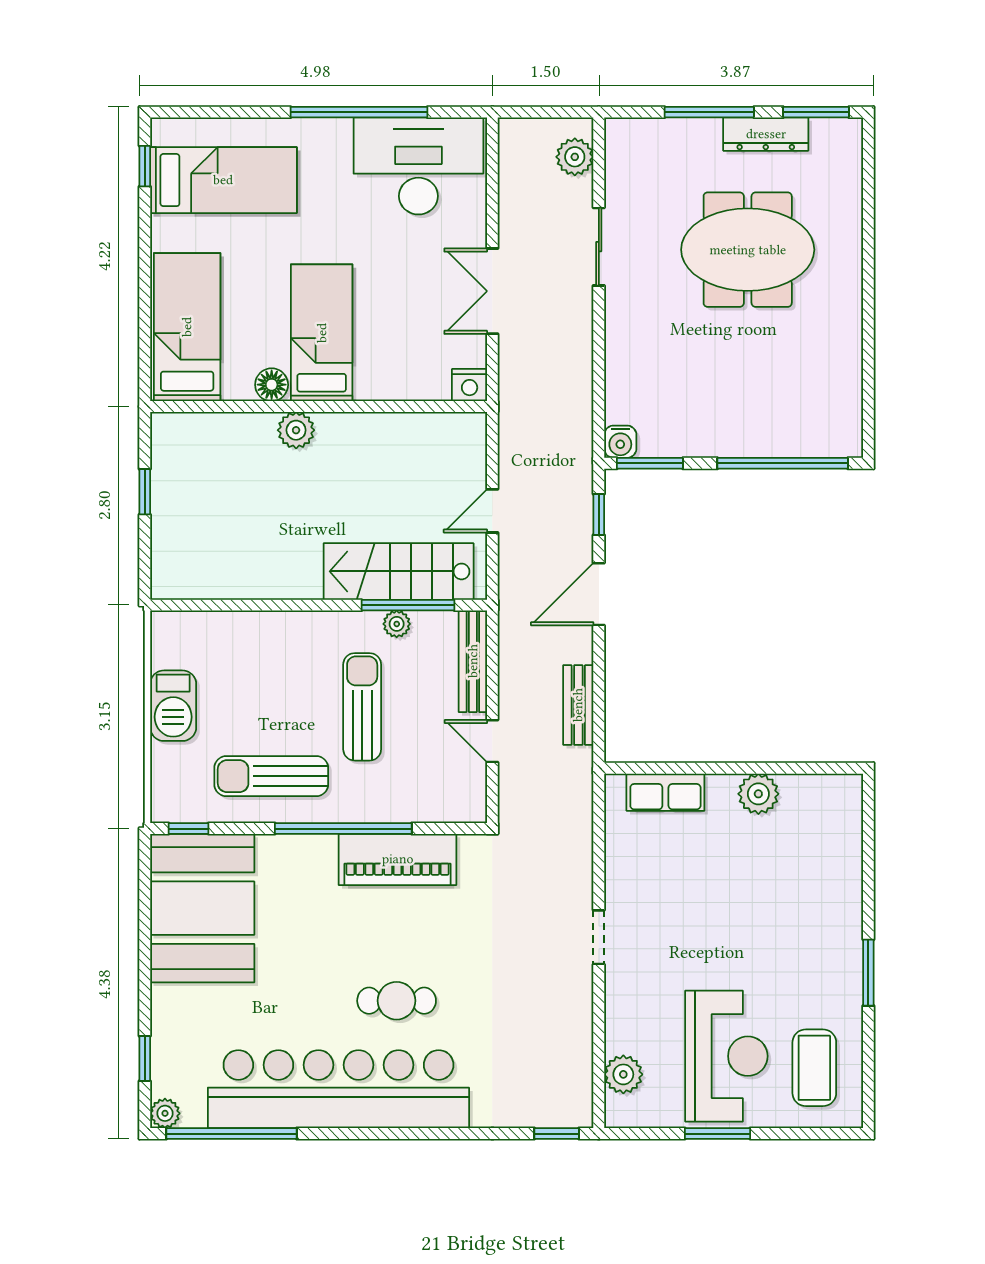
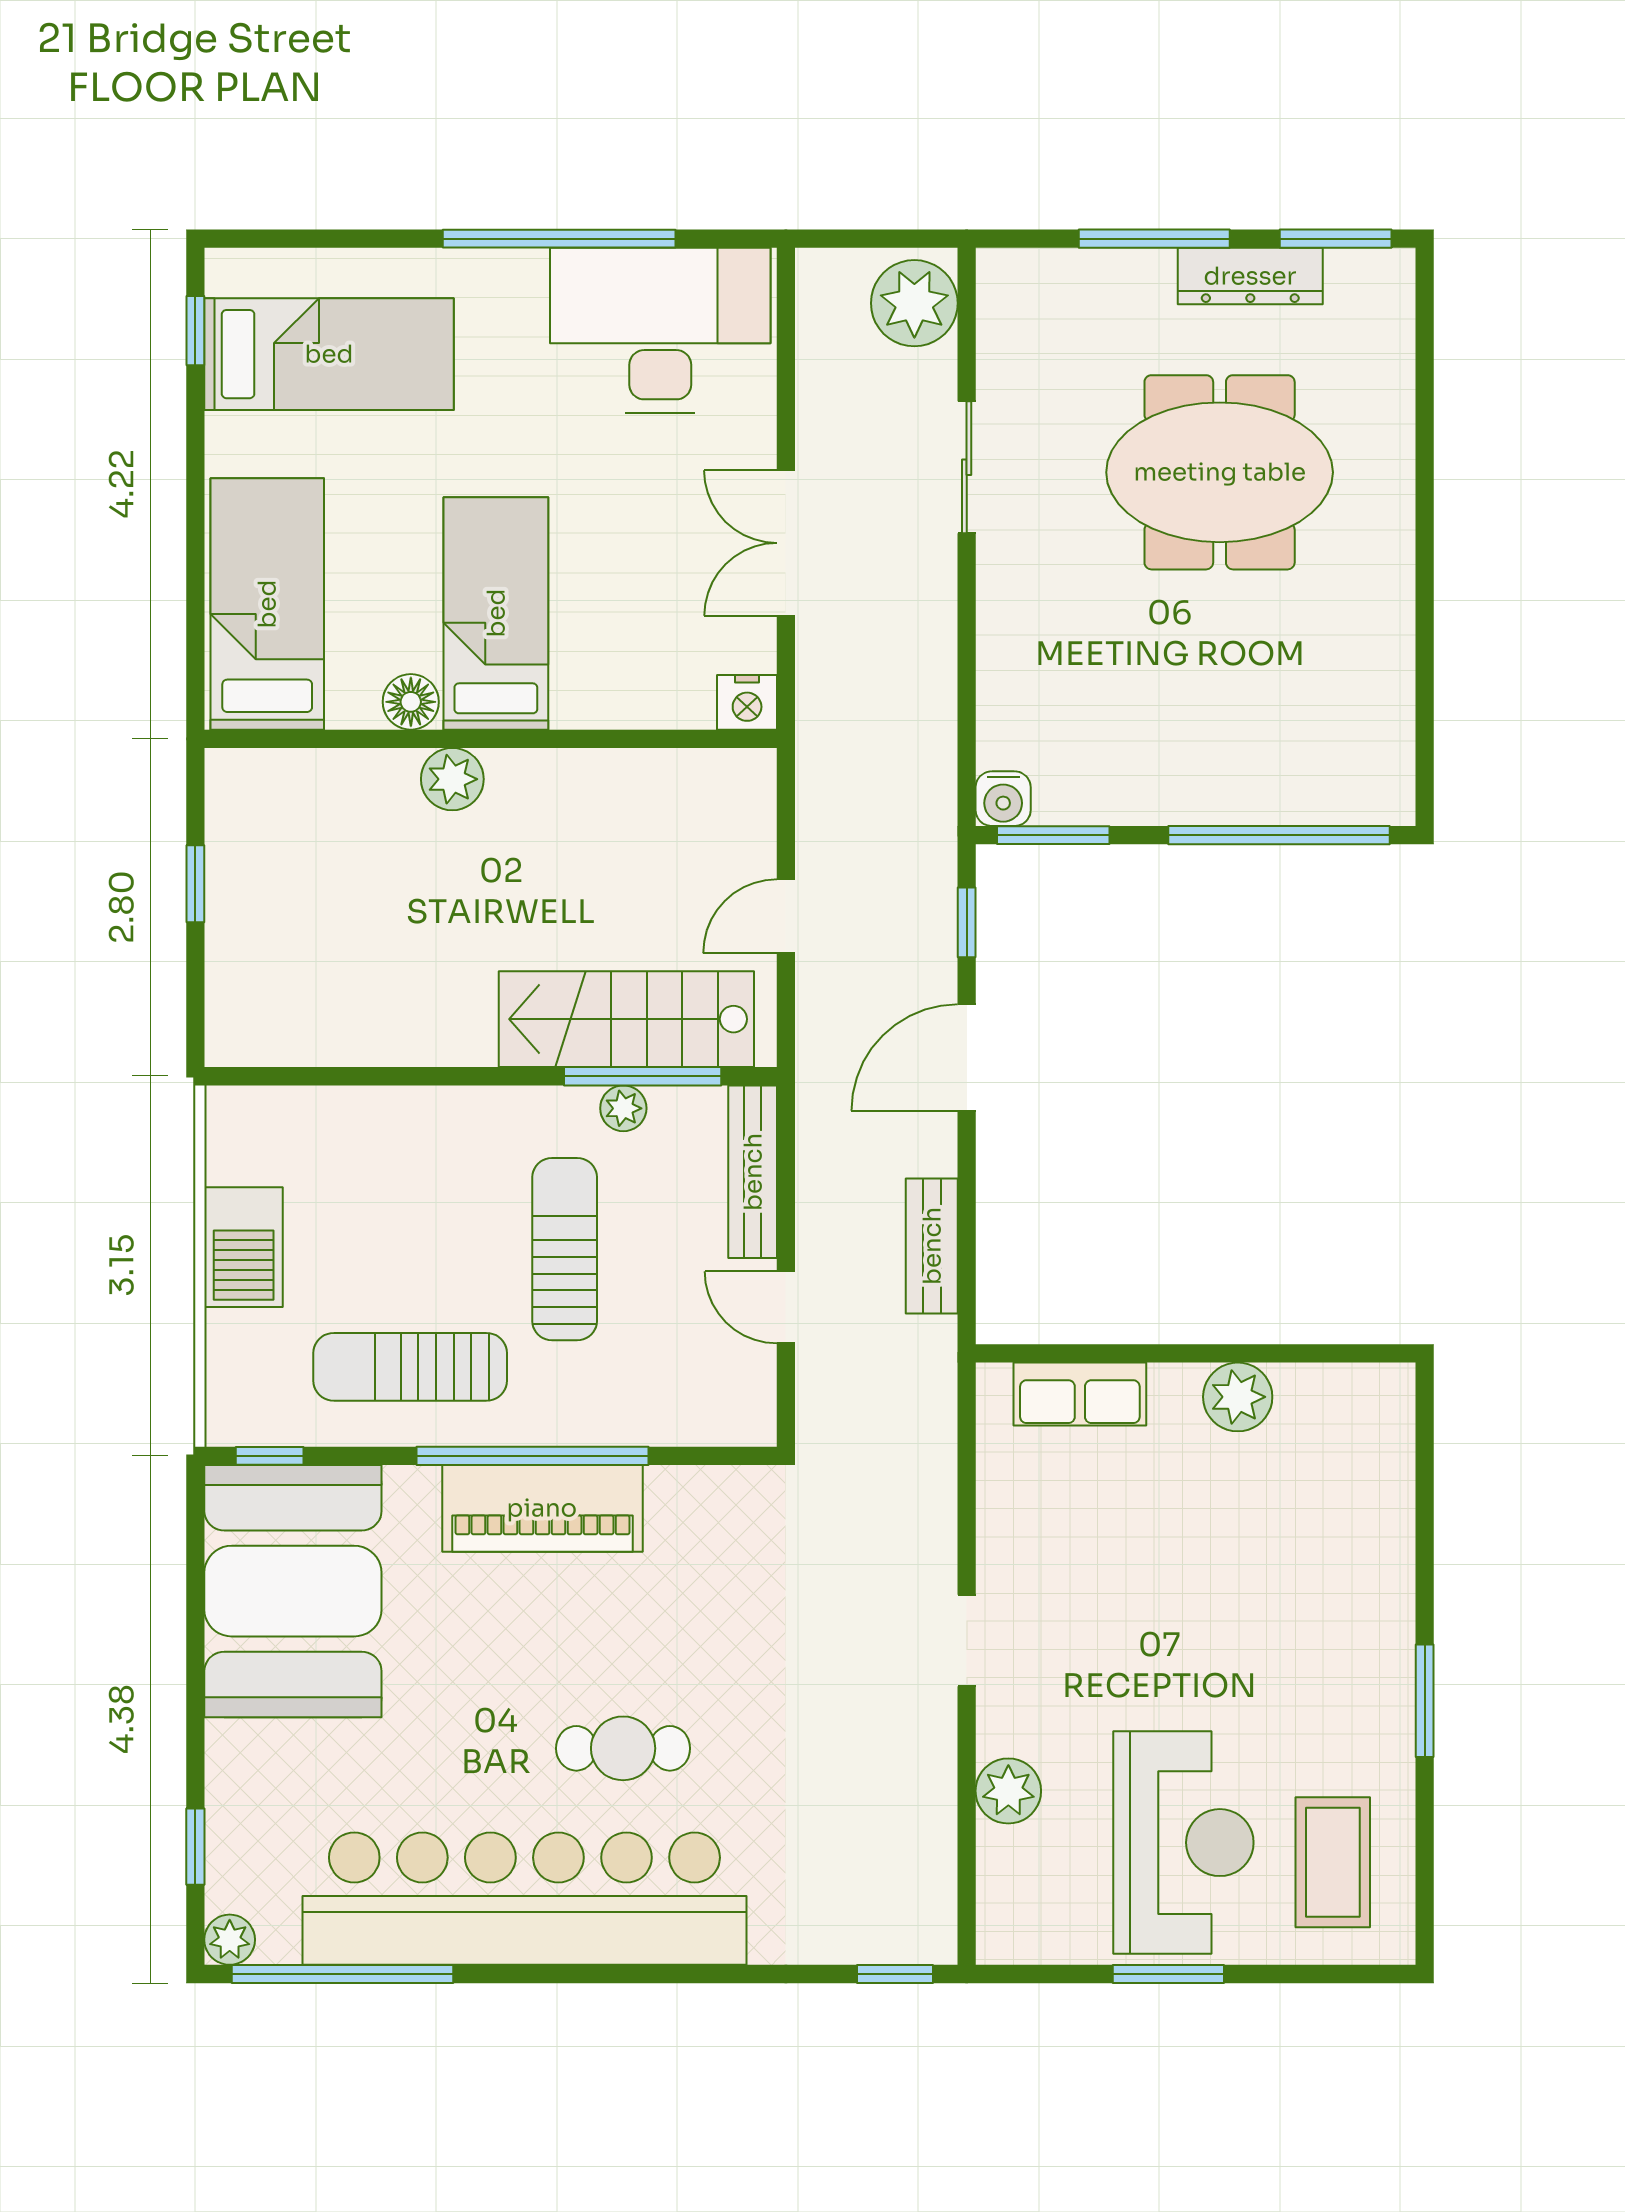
plant: (575, 157) -> (914, 303), width x1.36, depth x1.36
piano: (398, 859) -> (542, 1508), moved
plant: (623, 1074) -> (1008, 1791), moved

